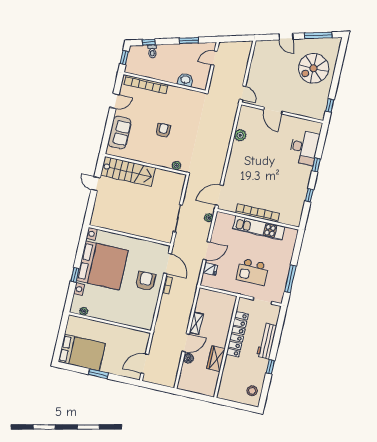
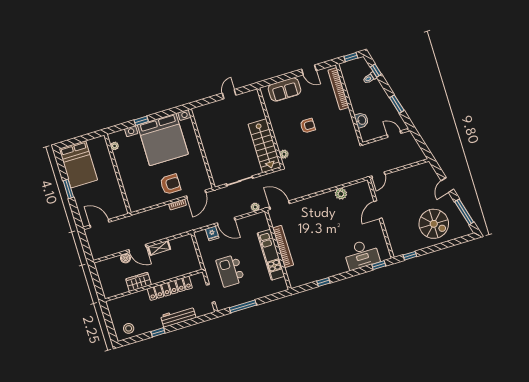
spiral stairs: (313, 68) -> (434, 224), turned 180
window: (316, 165) -> (379, 265), moved
stairs: (128, 171) -> (265, 146), moved

